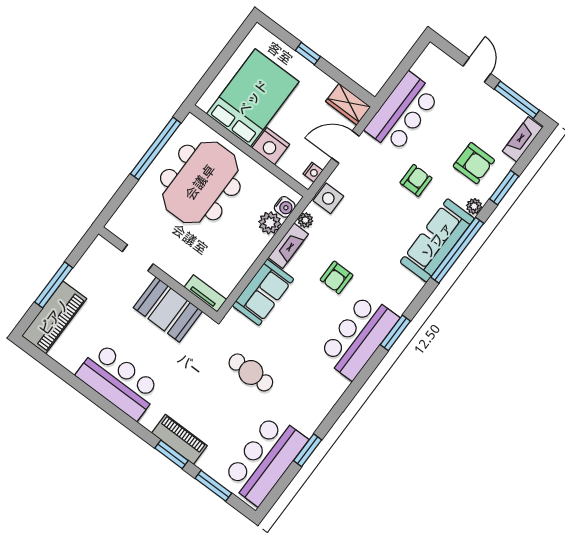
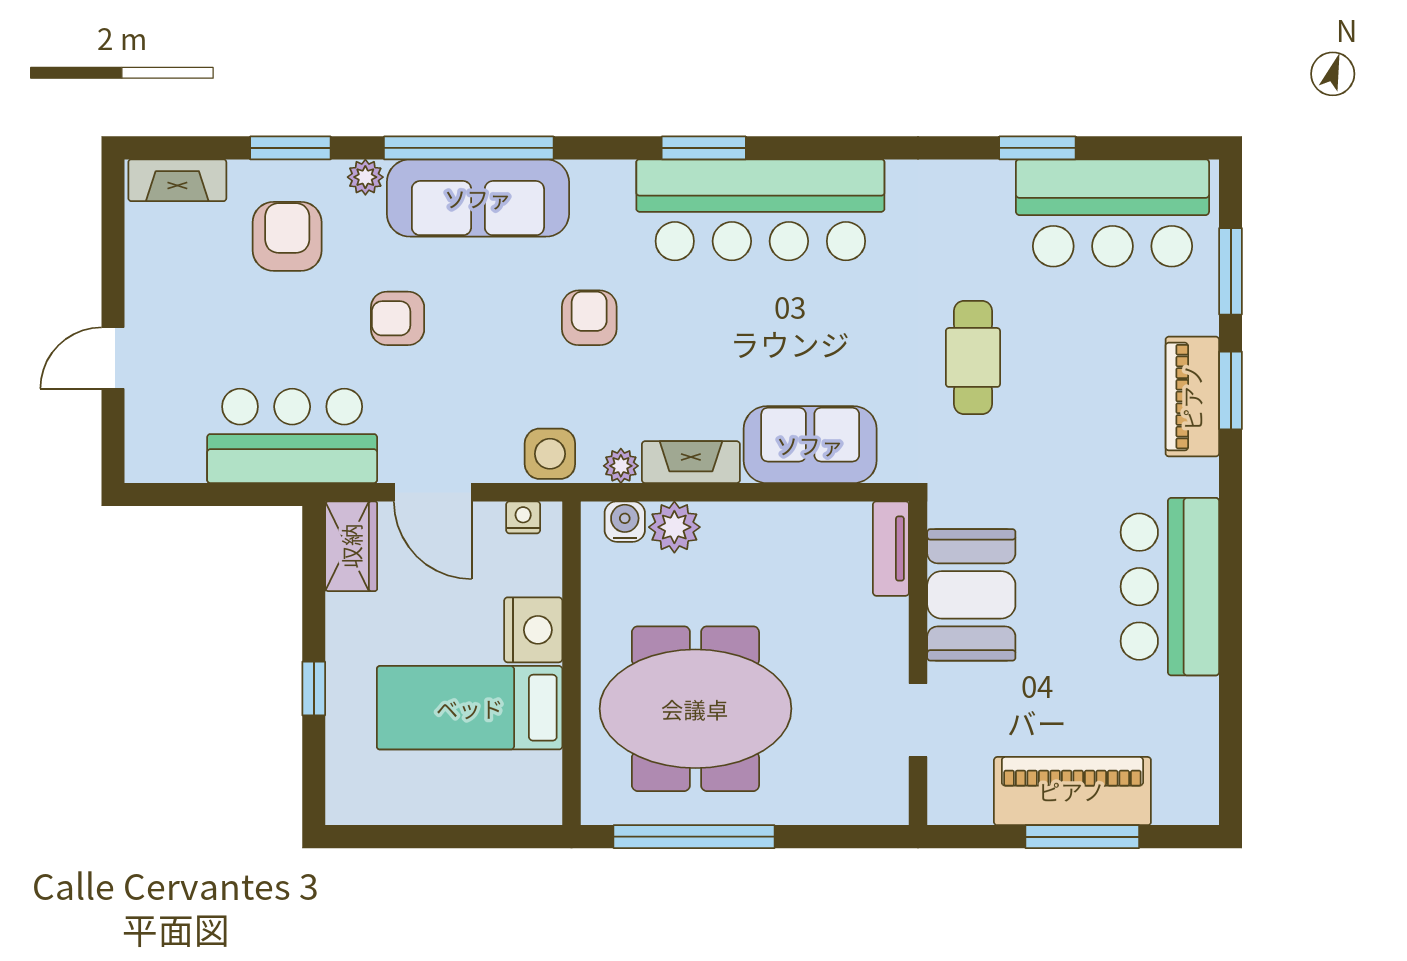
bed: (253, 98) -> (470, 708), width x0.67
window: (517, 100) -> (113, 244), removed
armchair: (337, 277) -> (589, 318), moved, turned -90
piano: (54, 317) -> (1072, 791), moved
bar counter: (359, 337) -> (760, 210), width x1.36

